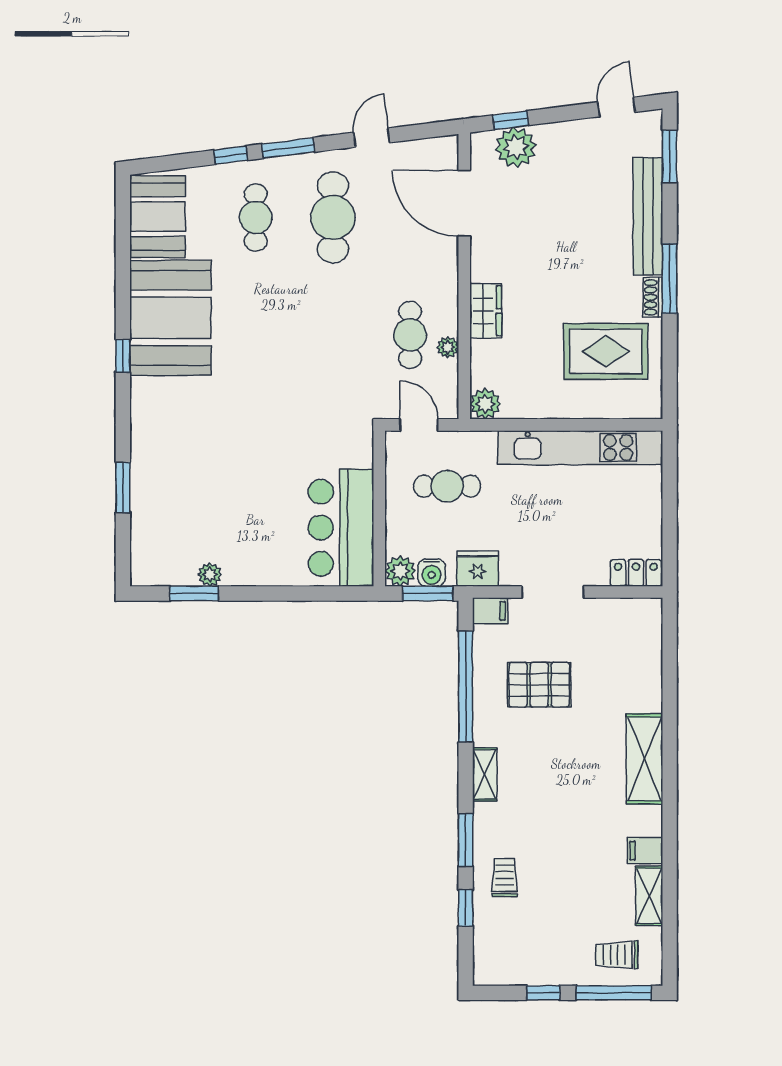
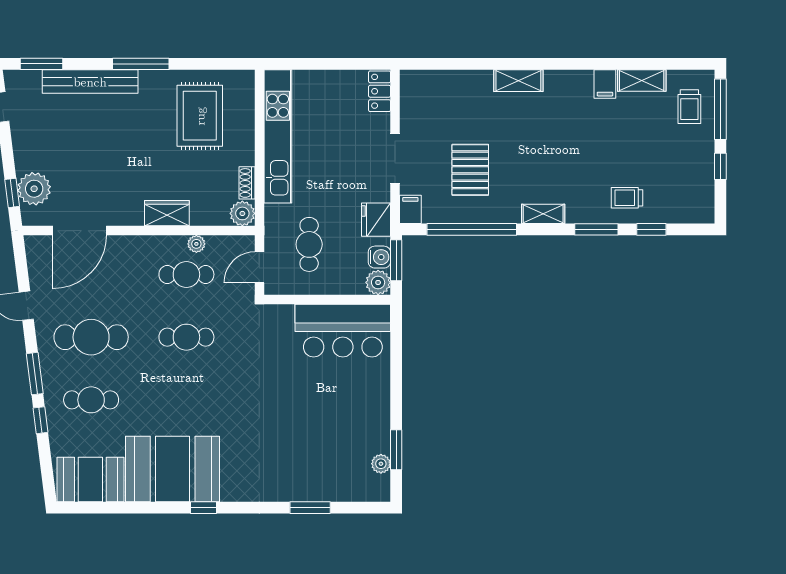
shoe rack: (653, 297) -> (247, 183), moved, turned 90
cafe table: (333, 335) -> (186, 337), added
plant: (210, 575) -> (381, 464), moved
shelving: (644, 759) -> (518, 81), width x0.67, depth x0.75

